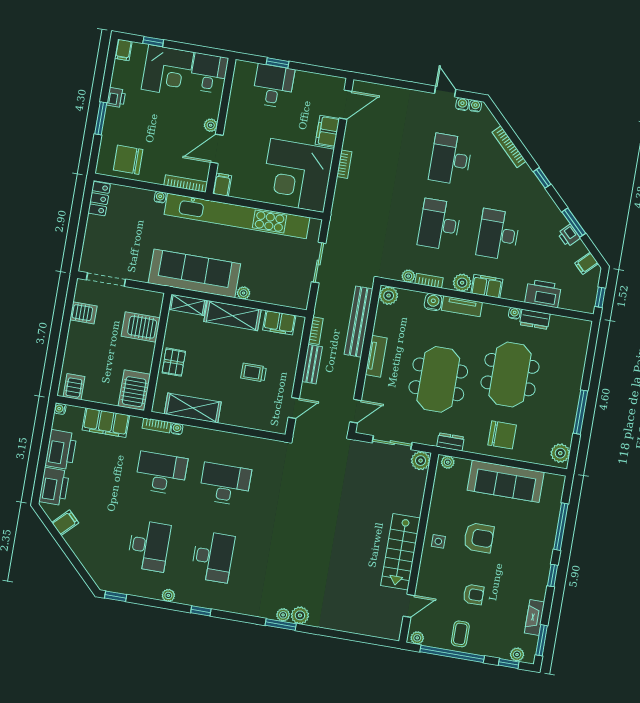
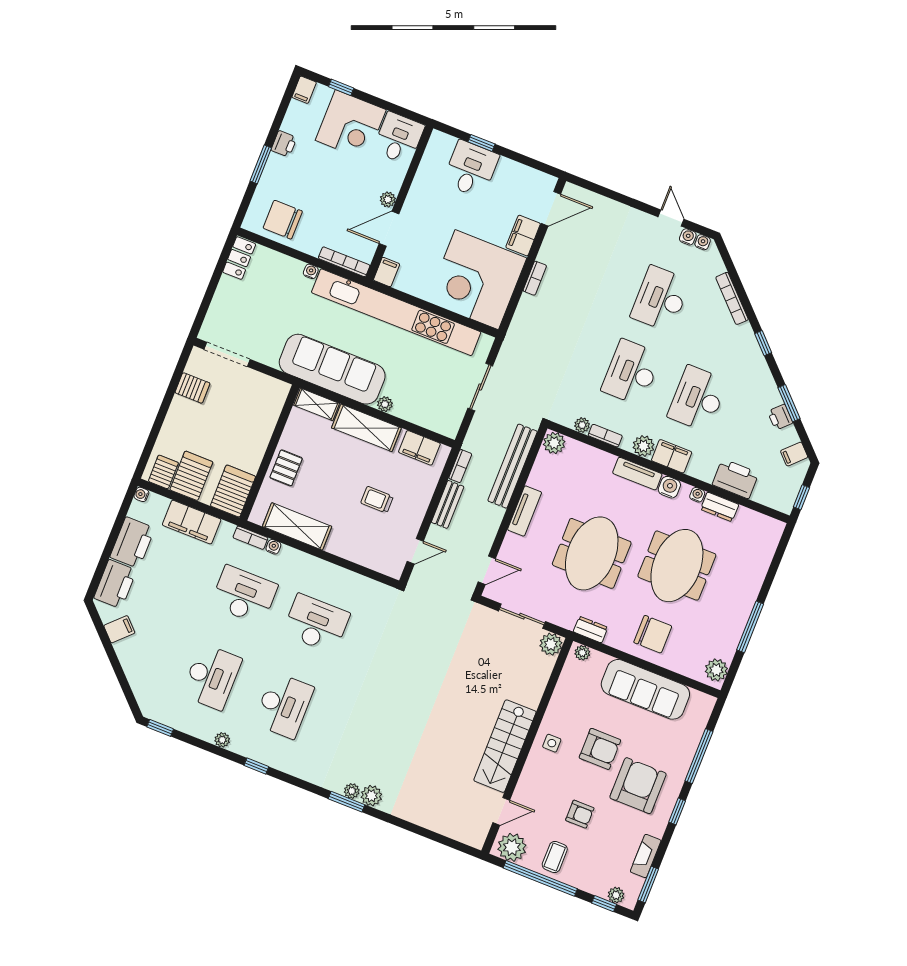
water cooler: (433, 302) -> (669, 487), moved
server rack: (141, 327) -> (191, 476), moved, turned 90
armchair: (516, 561) -> (638, 786), added
plant: (417, 638) -> (512, 847), width x1.88, depth x1.88

